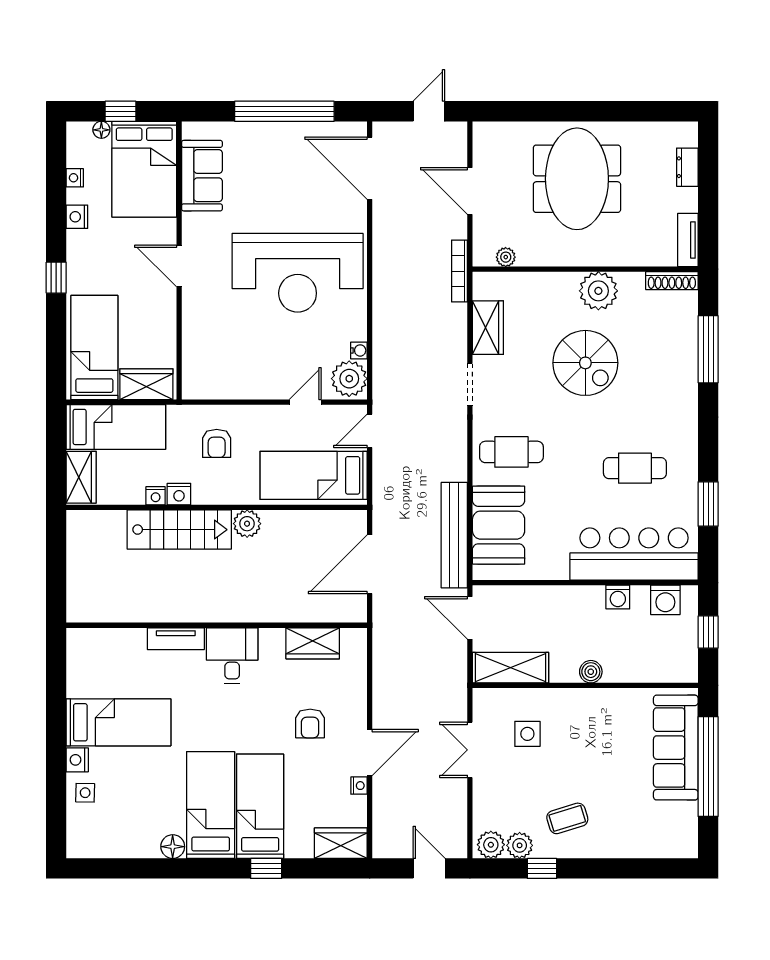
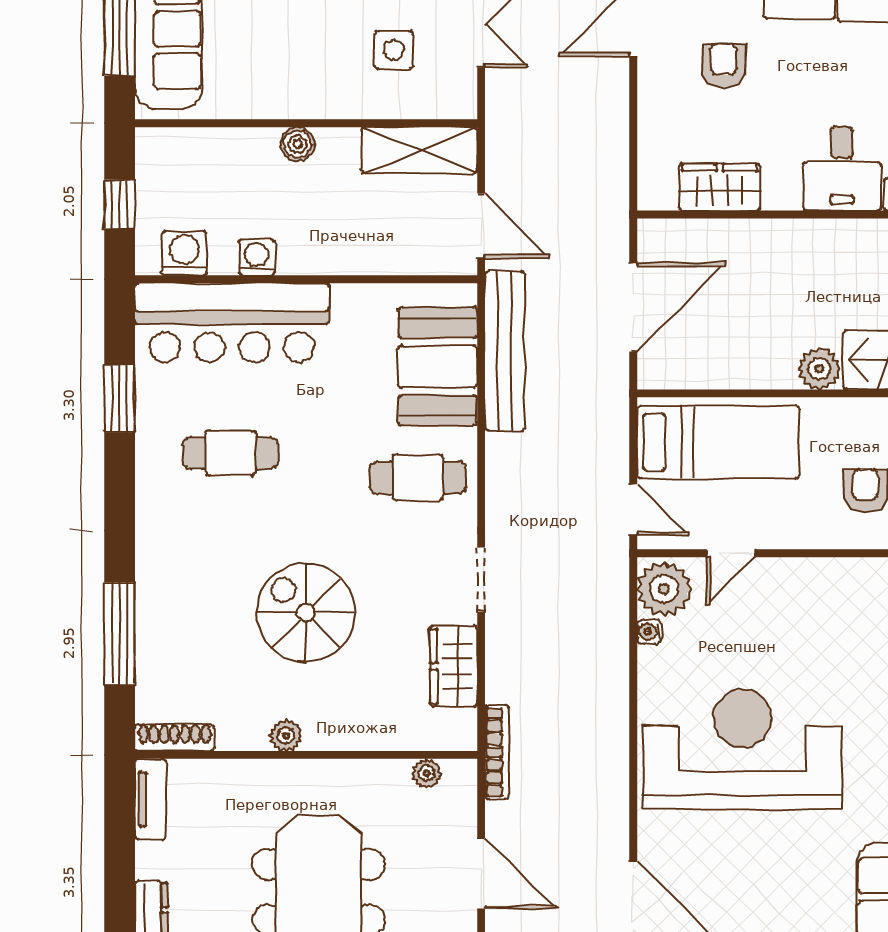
plant: (598, 291) -> (286, 736), width x0.53, depth x0.53
door: (370, 431) -> (633, 510), hinge flipped

